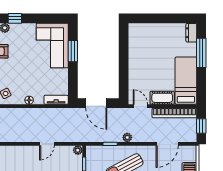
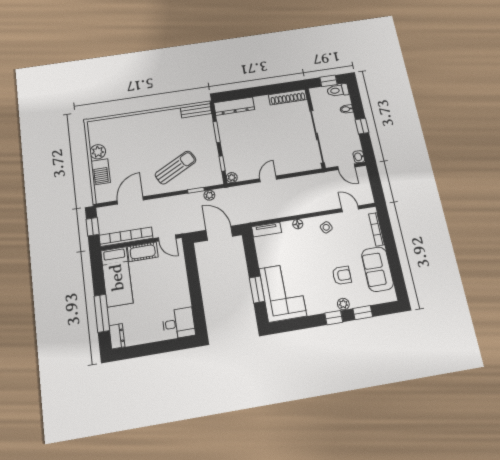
desk: (141, 35) -> (179, 323), added
plant: (127, 137) -> (209, 195), moved

